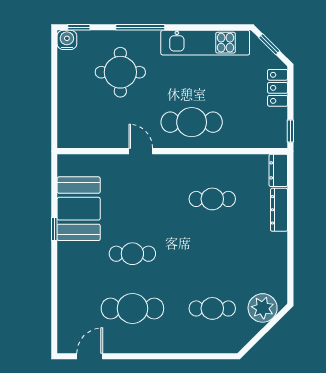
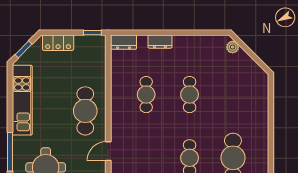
dresser: (279, 210) -> (160, 42), width x0.70
cafe table: (212, 308) -> (190, 95), moved
plant: (263, 308) -> (233, 47), width x0.53, depth x0.53

